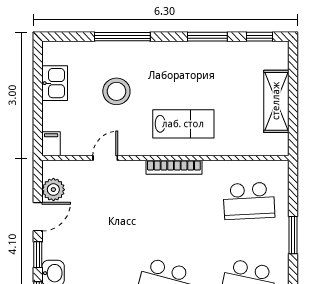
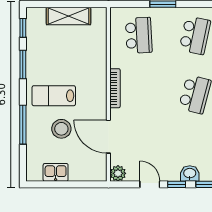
lab bench: (183, 124) -> (54, 96), moved, turned -90
filing cabinet: (51, 144) -> (98, 175), removed
door: (105, 158) -> (108, 137), width x1.87
plant: (53, 190) -> (118, 173), moved

